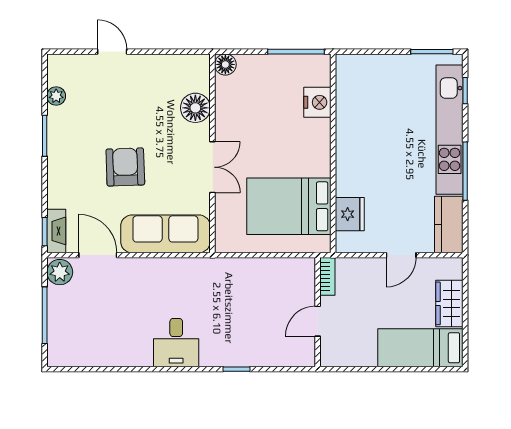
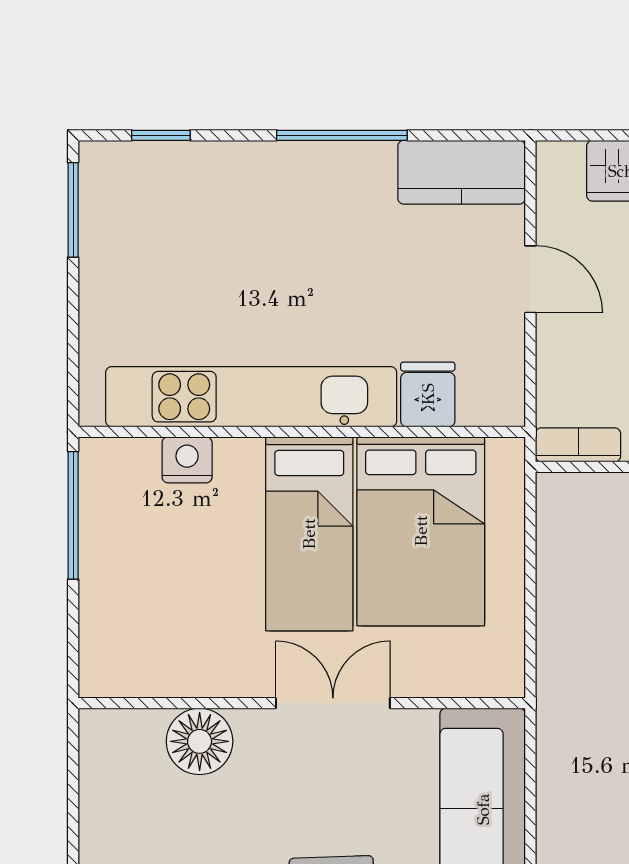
floor lamp: (225, 64) -> (102, 674), removed
nightstand: (317, 102) -> (187, 460), width x0.74, depth x0.75
kitchen unit: (450, 130) -> (251, 397), moved, turned 180
bed: (288, 157) -> (309, 534), added
fridge: (350, 214) -> (428, 394), width x0.72

